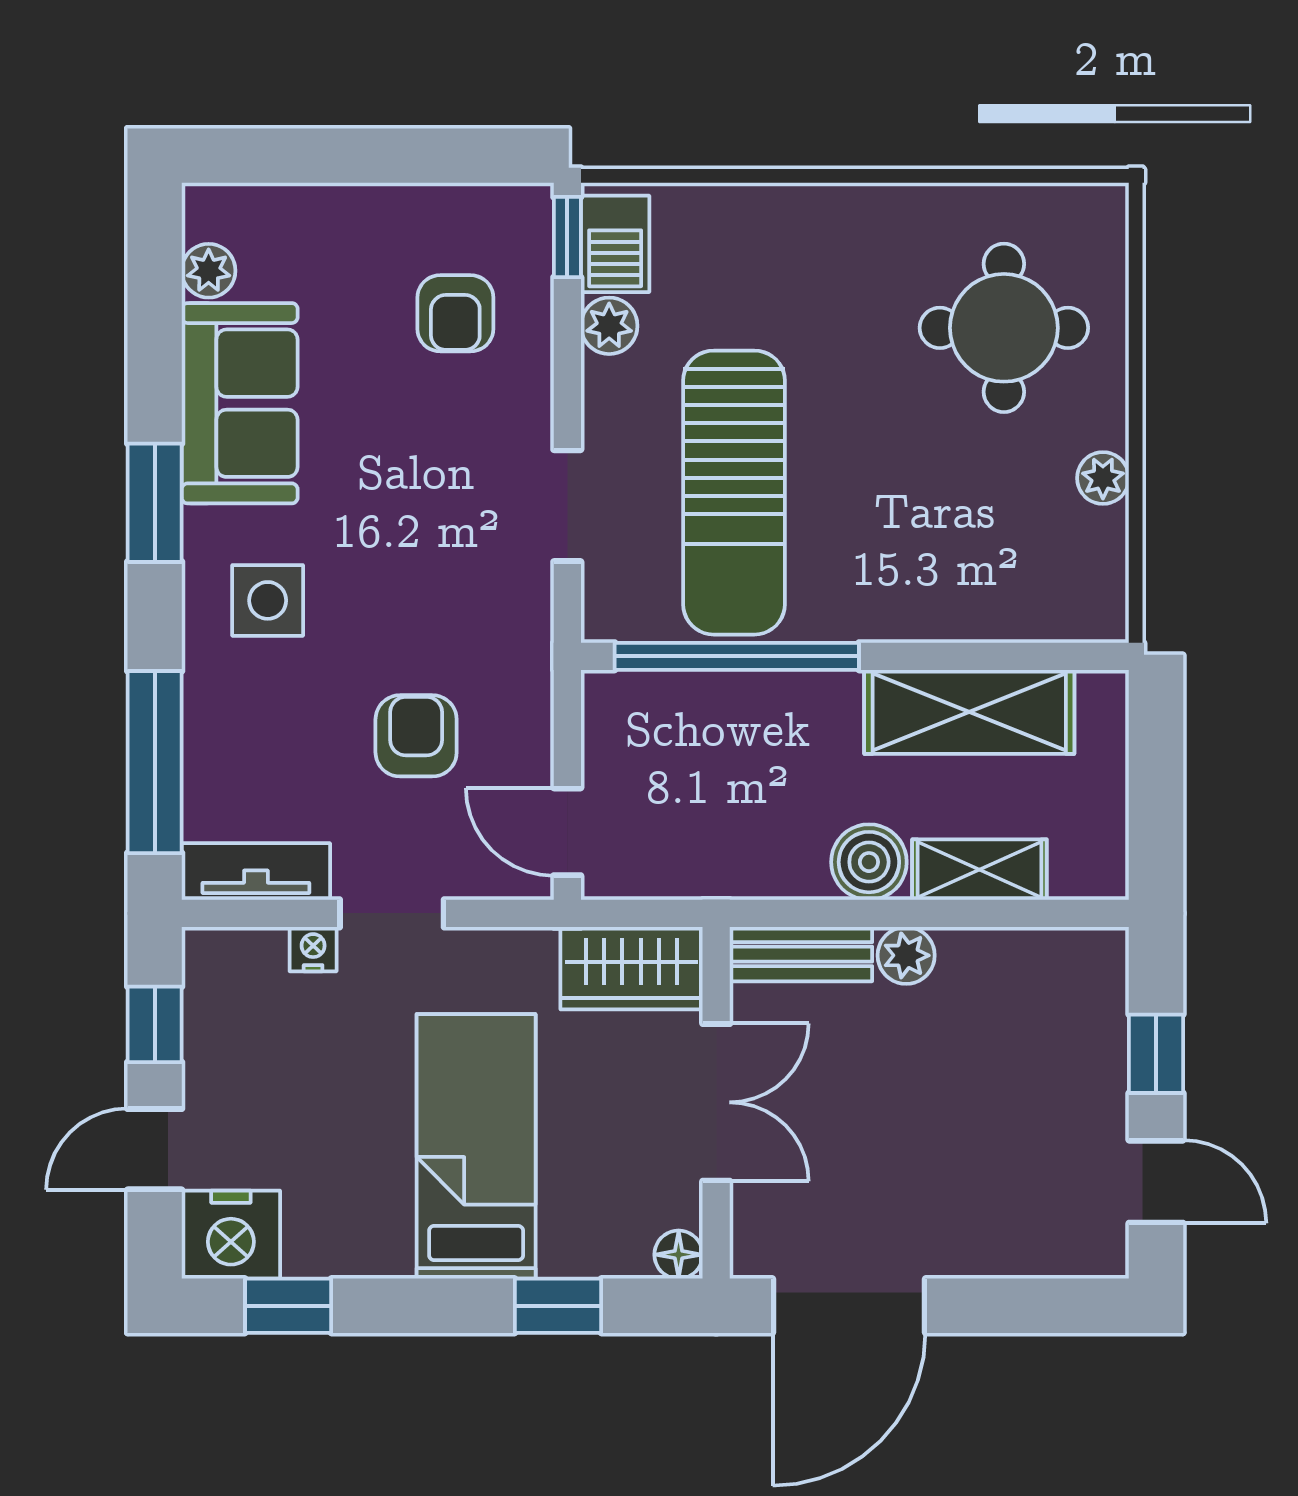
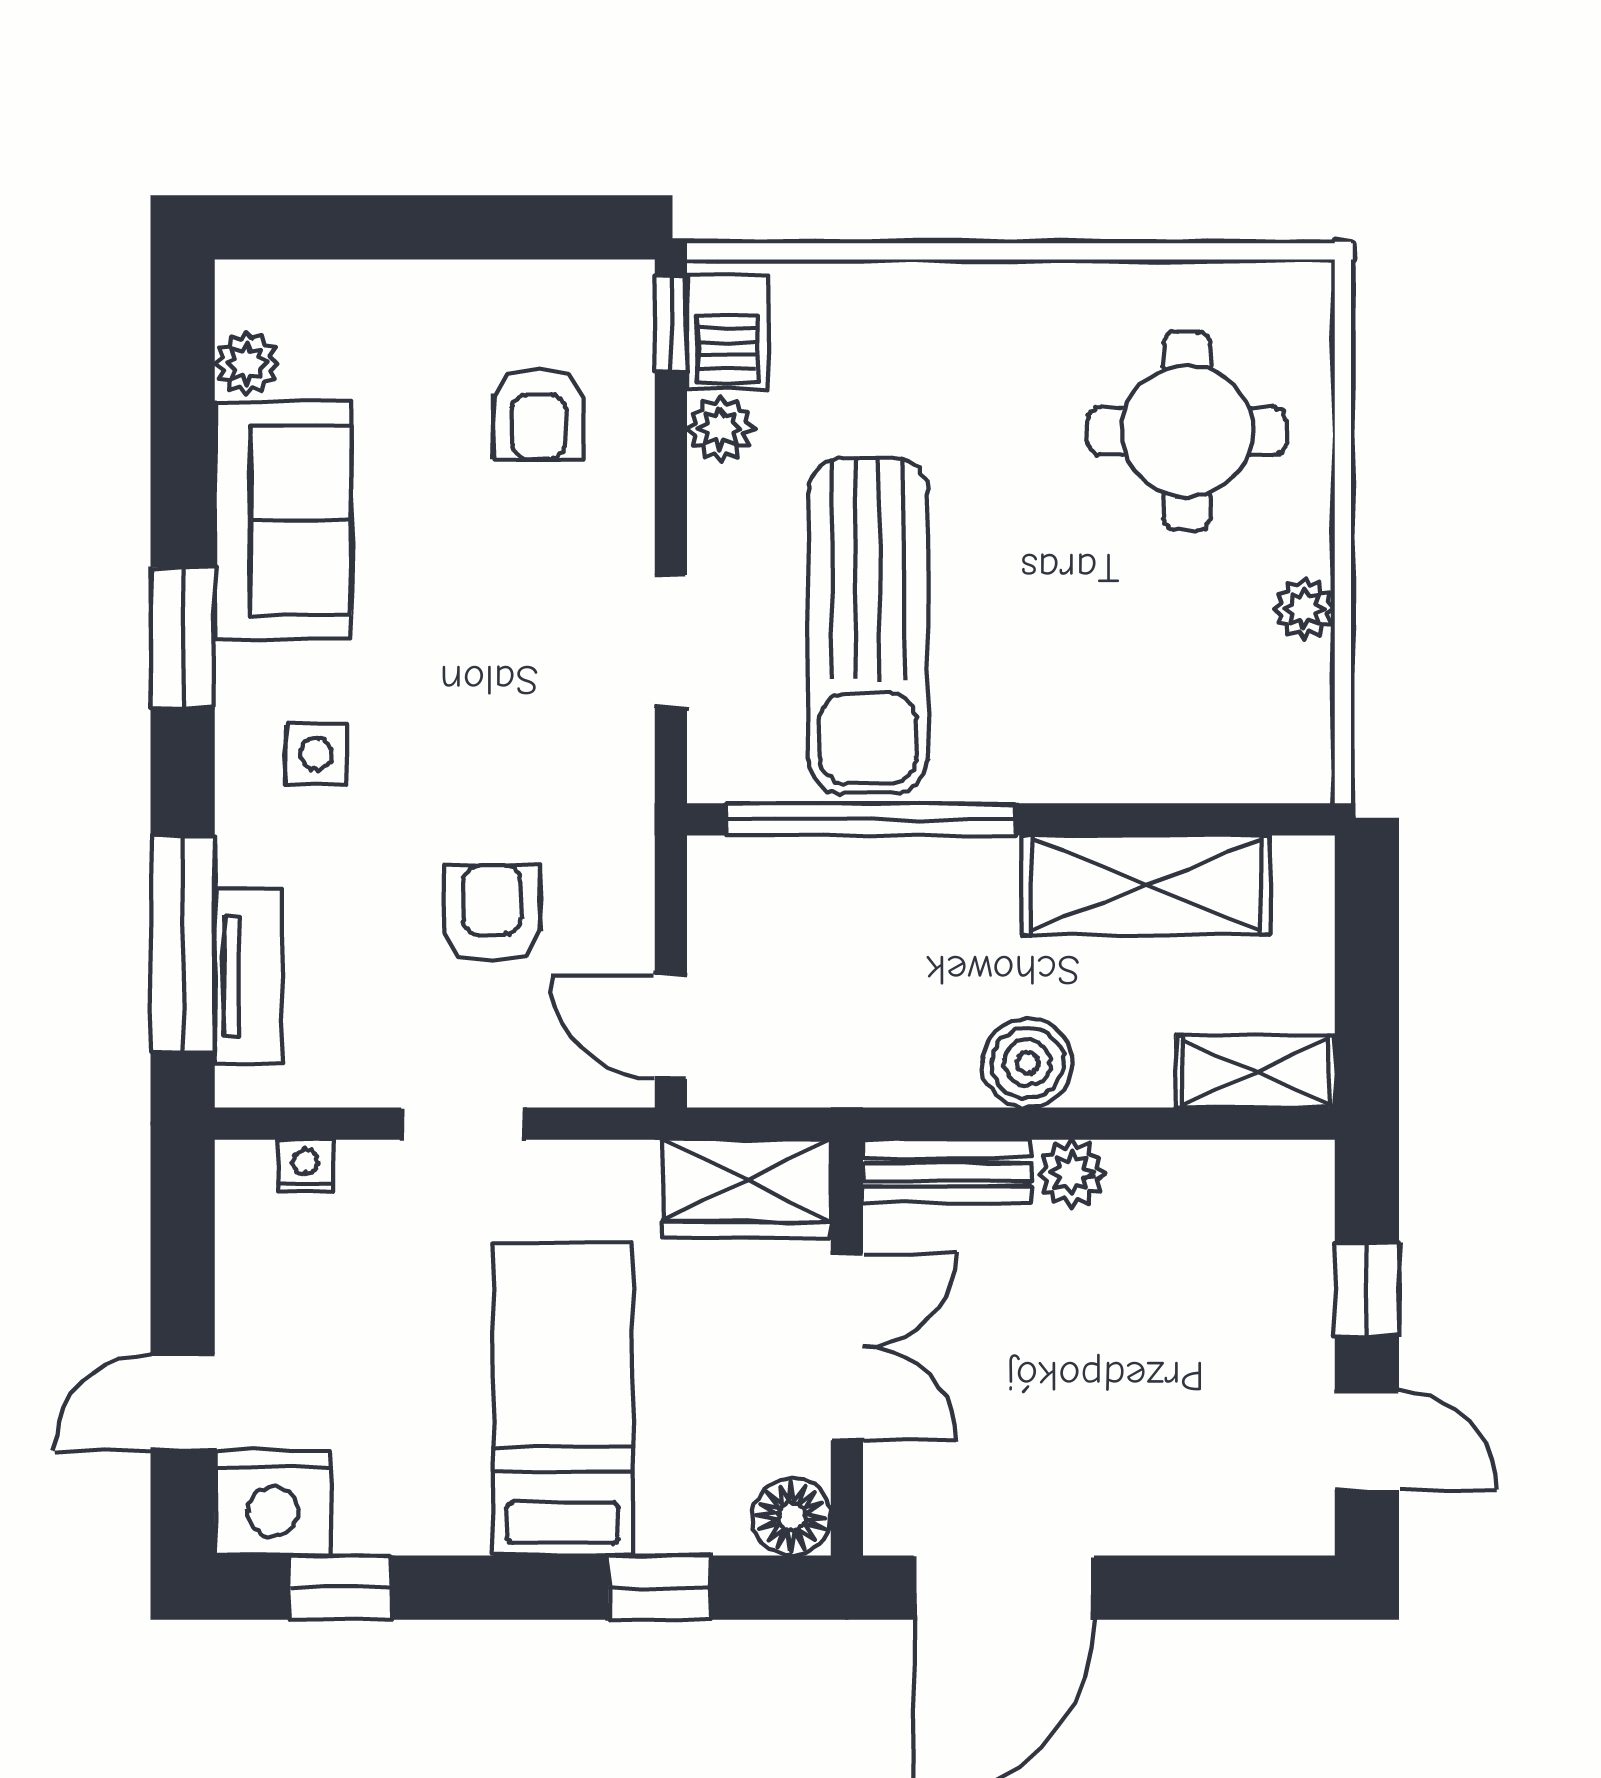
side table: (268, 600) -> (316, 753), width x0.73, depth x0.73
shelving: (979, 870) -> (1255, 1072), moved
tv unit: (256, 872) -> (248, 976), moved, turned 90
nightstand: (313, 949) -> (305, 1166), moved
window: (155, 1024) -> (183, 1255), removed
floor lamp: (679, 1255) -> (792, 1516), width x1.37, depth x1.37

